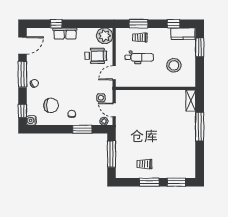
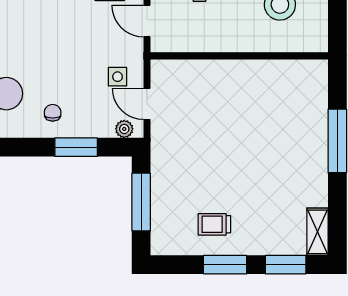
door: (114, 73) -> (147, 21), hinge flipped
shelving: (191, 101) -> (317, 232), moved

